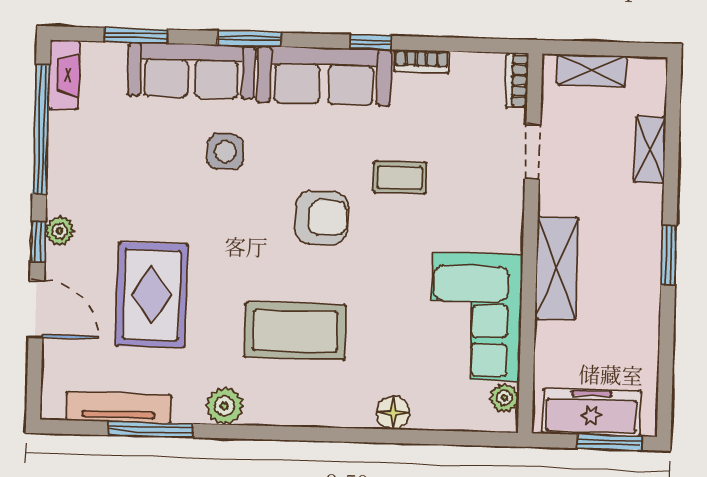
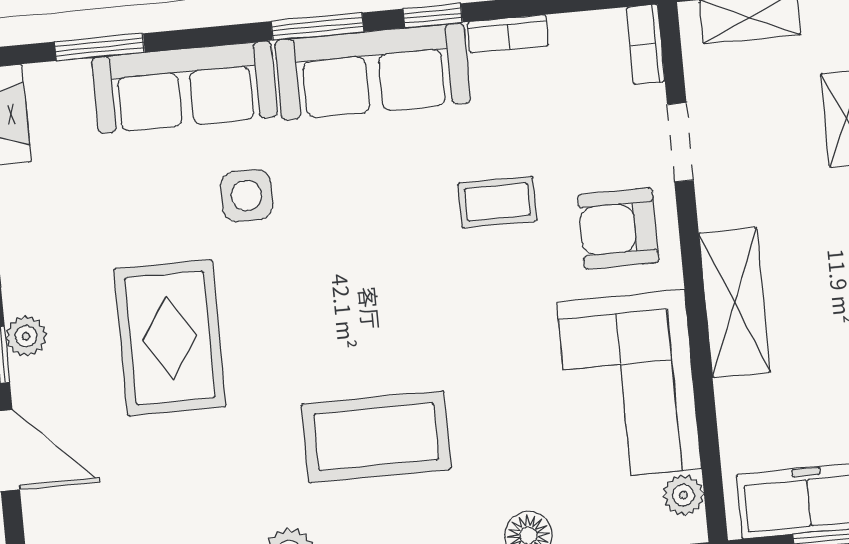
window: (249, 39) -> (317, 26), moved
armchair: (322, 218) -> (618, 229), moved, turned 180
rug: (152, 295) -> (170, 338), moved

